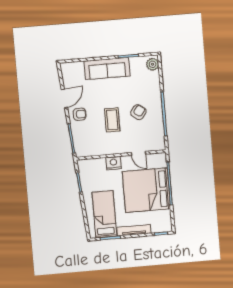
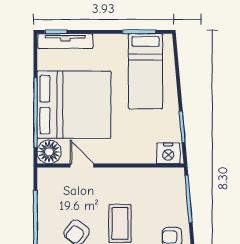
floor lamp: (159, 160) -> (49, 152), added
nightstand: (113, 163) -> (168, 153), moved
tv unit: (134, 230) -> (65, 41), moved

